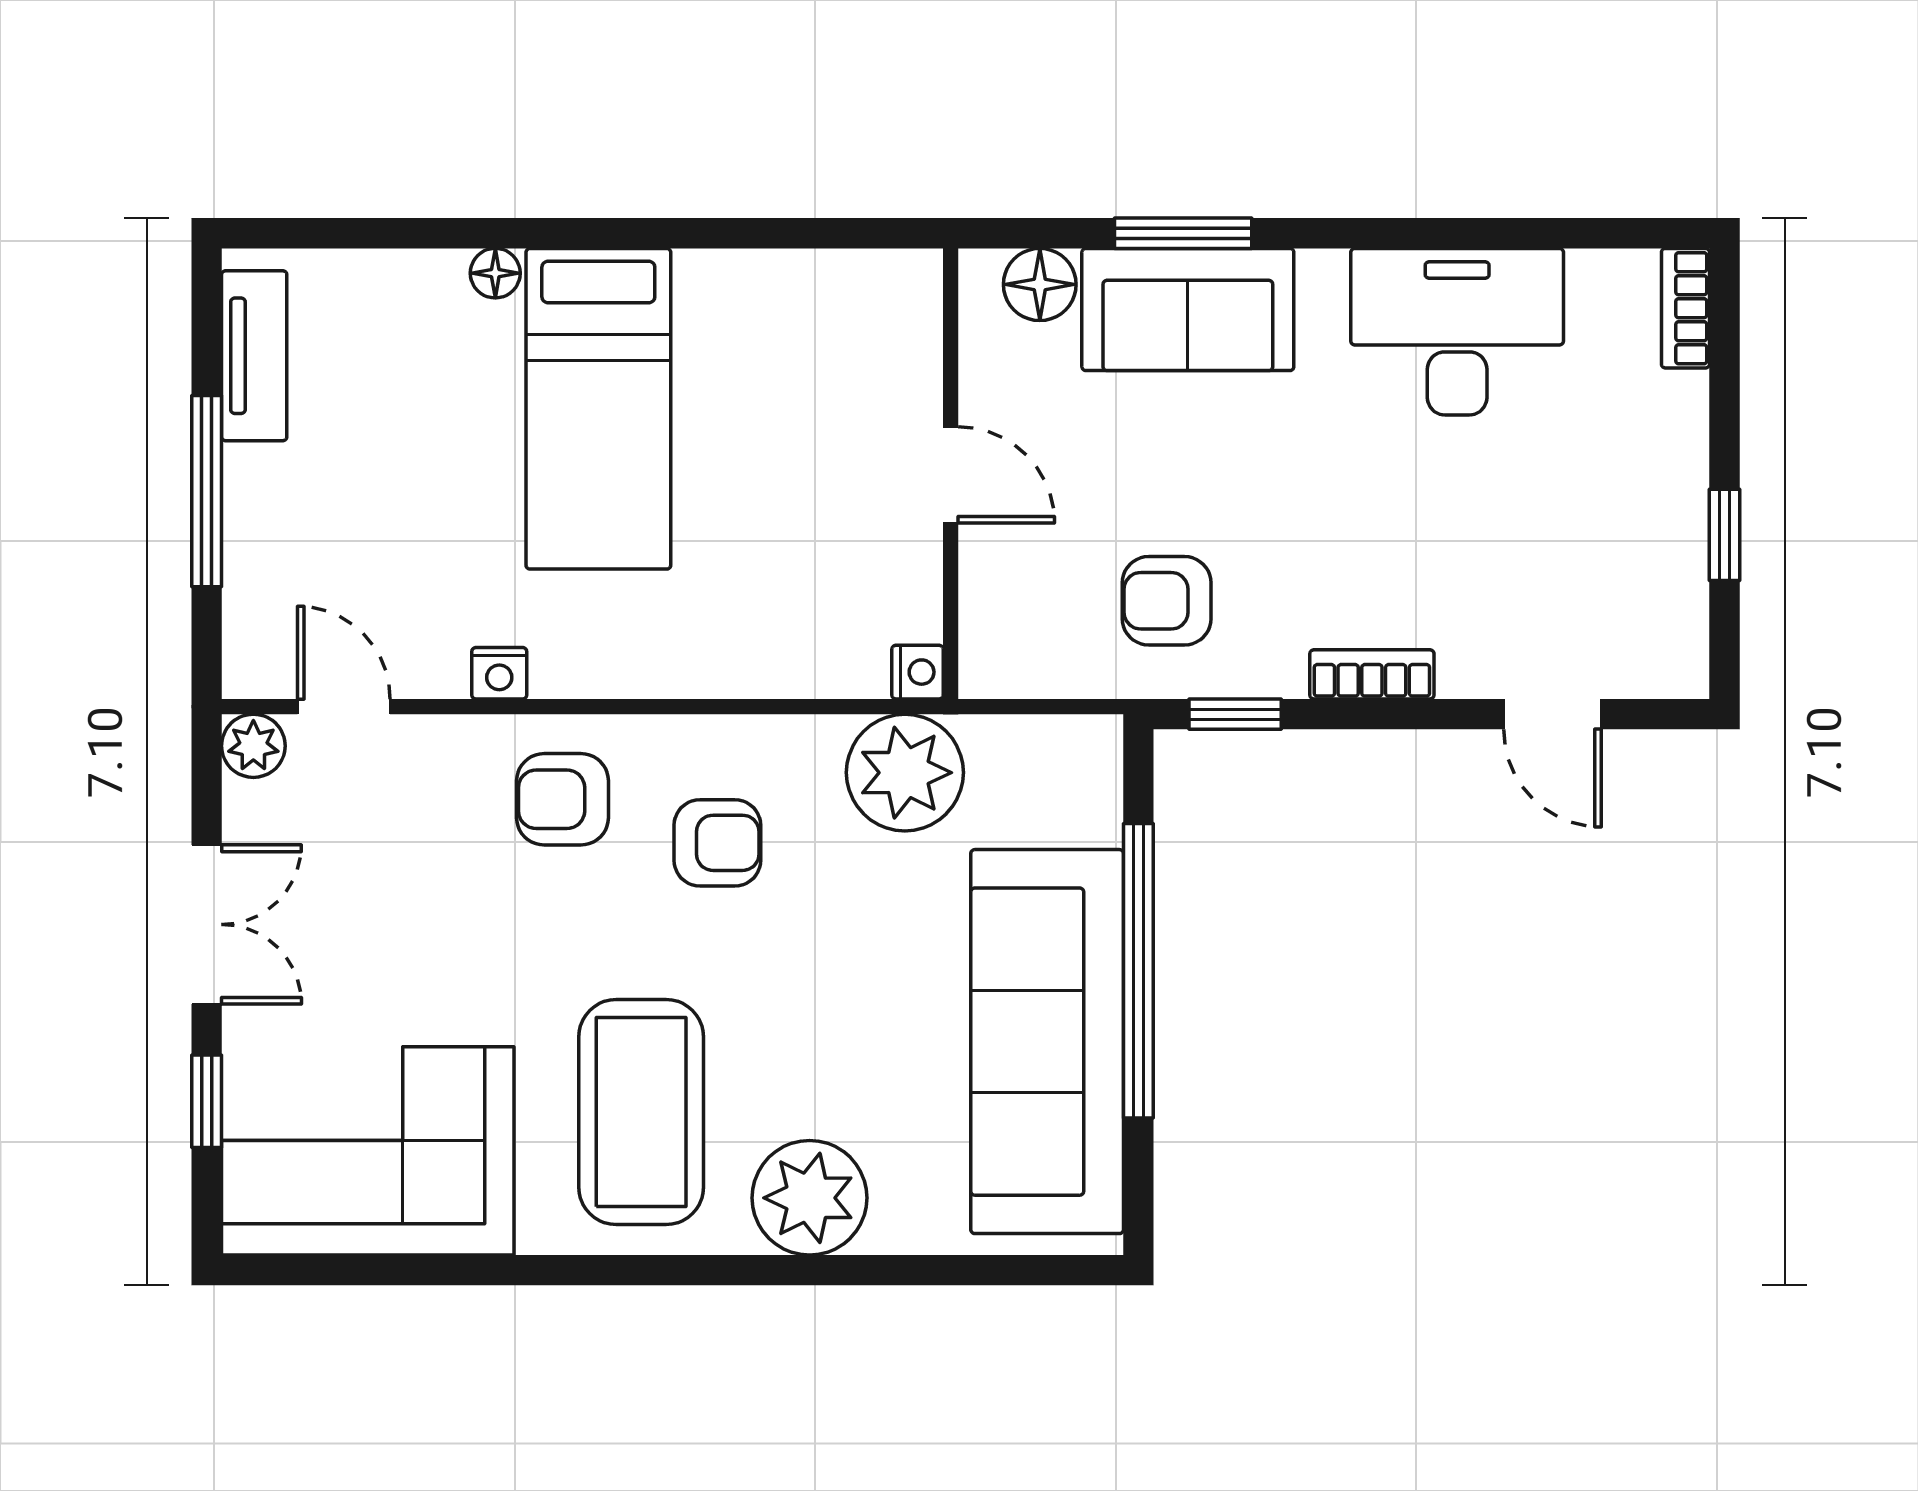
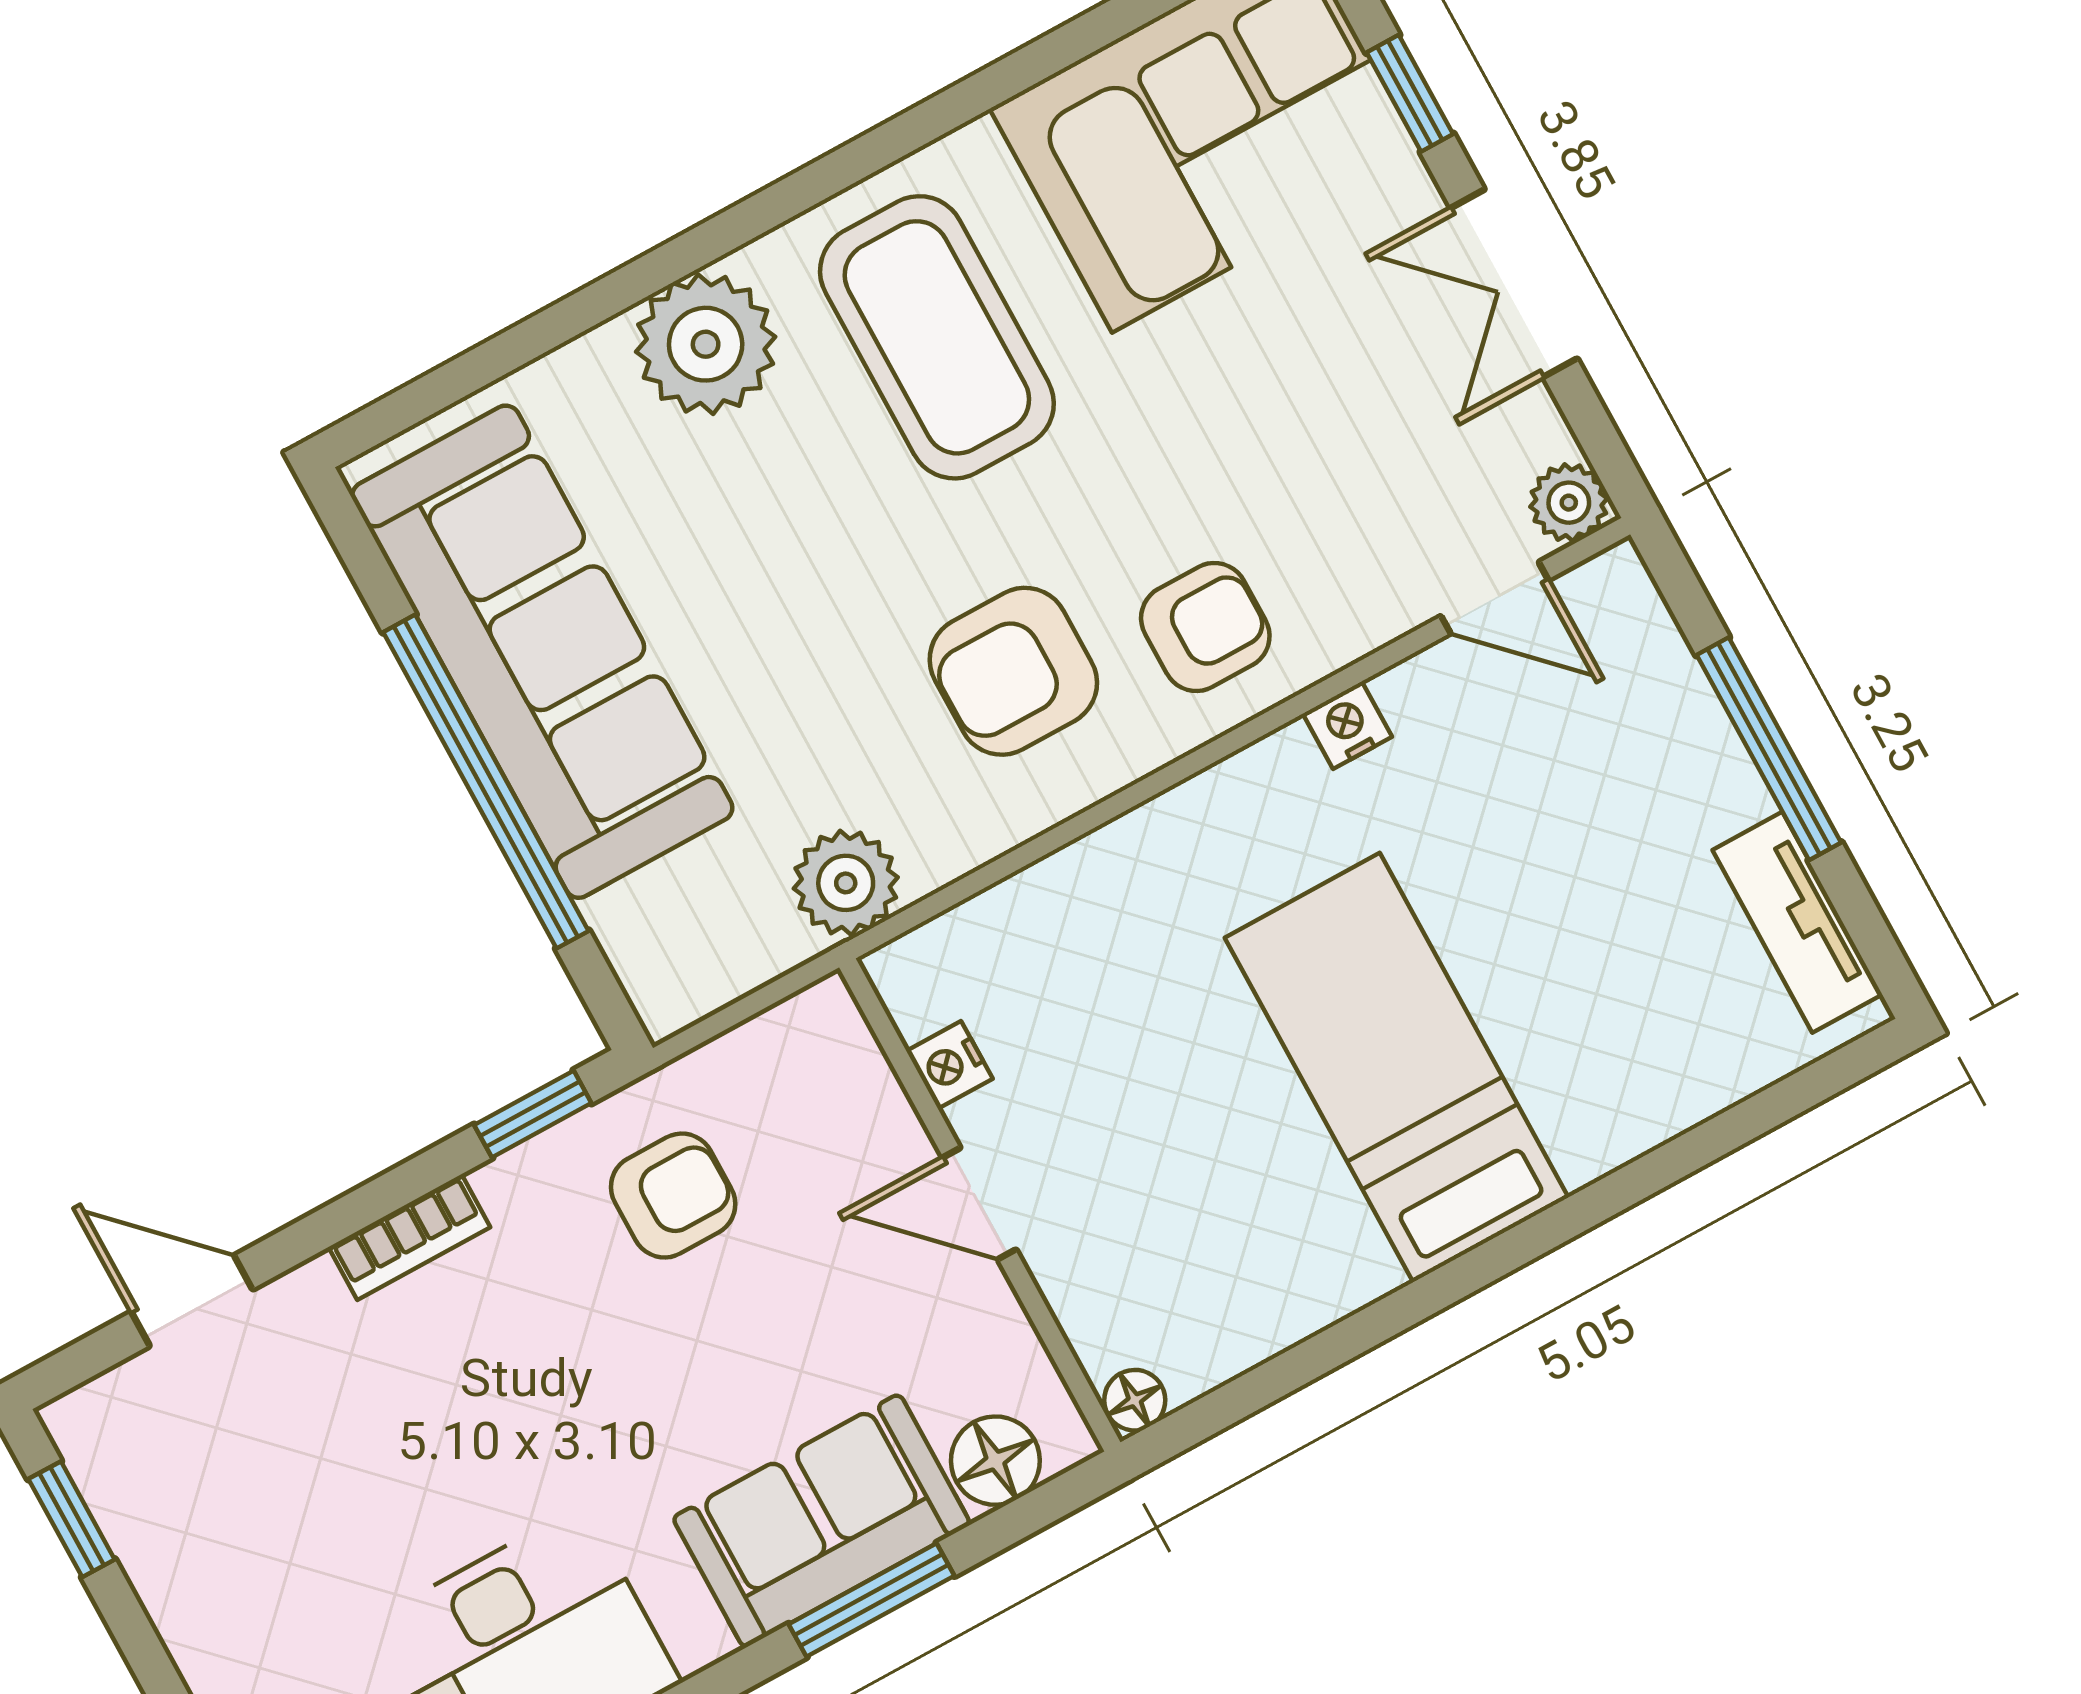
floor lamp: (495, 273) -> (1135, 1400), moved
window: (1724, 535) -> (72, 1519), moved
nightstand: (917, 672) -> (949, 1065), moved
plant: (905, 773) -> (846, 883), width x0.73, depth x0.73
armchair: (717, 843) -> (1013, 671), width x1.38, depth x1.38

